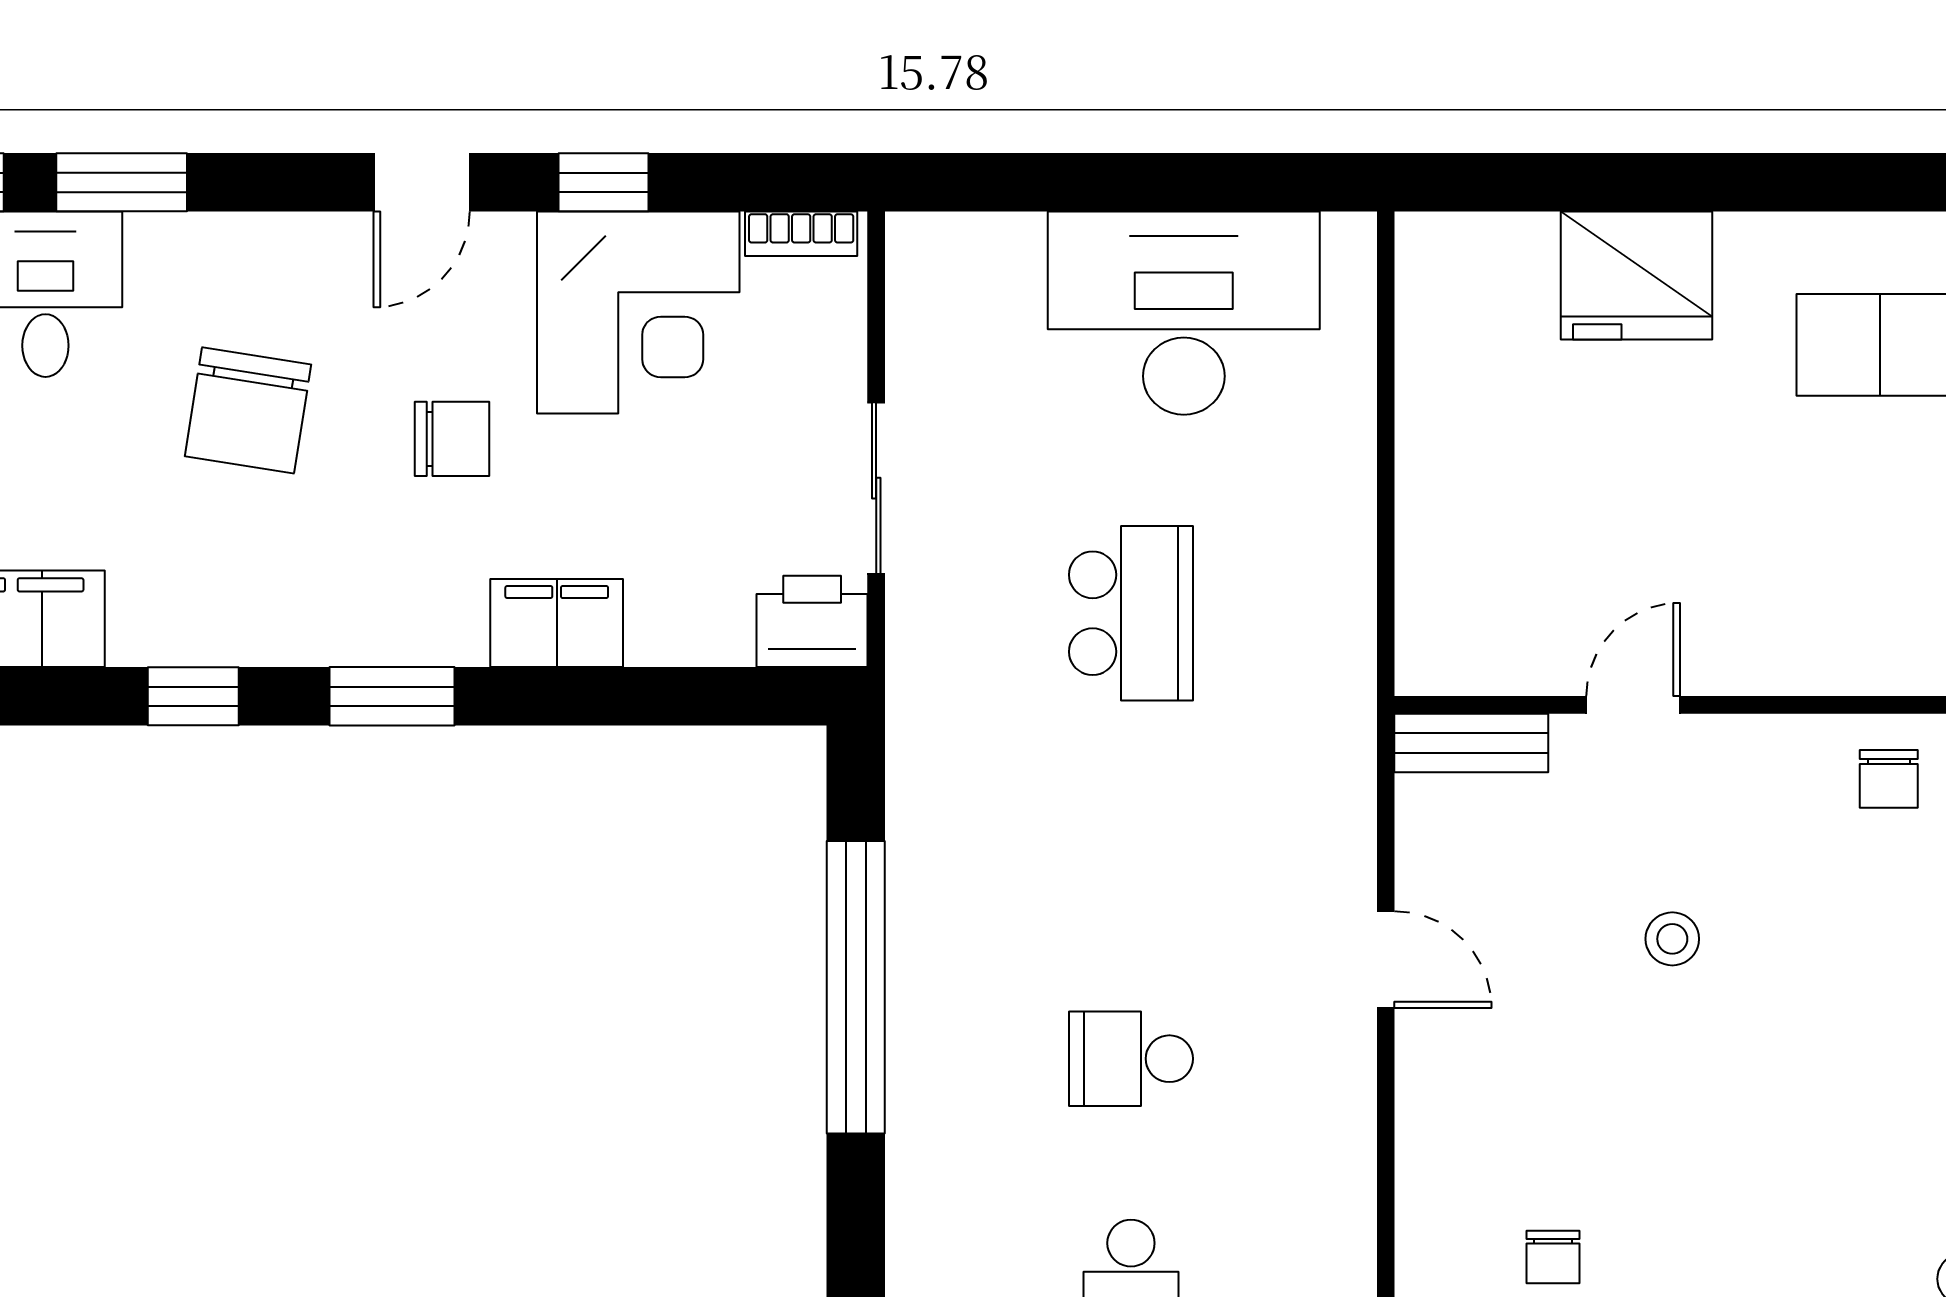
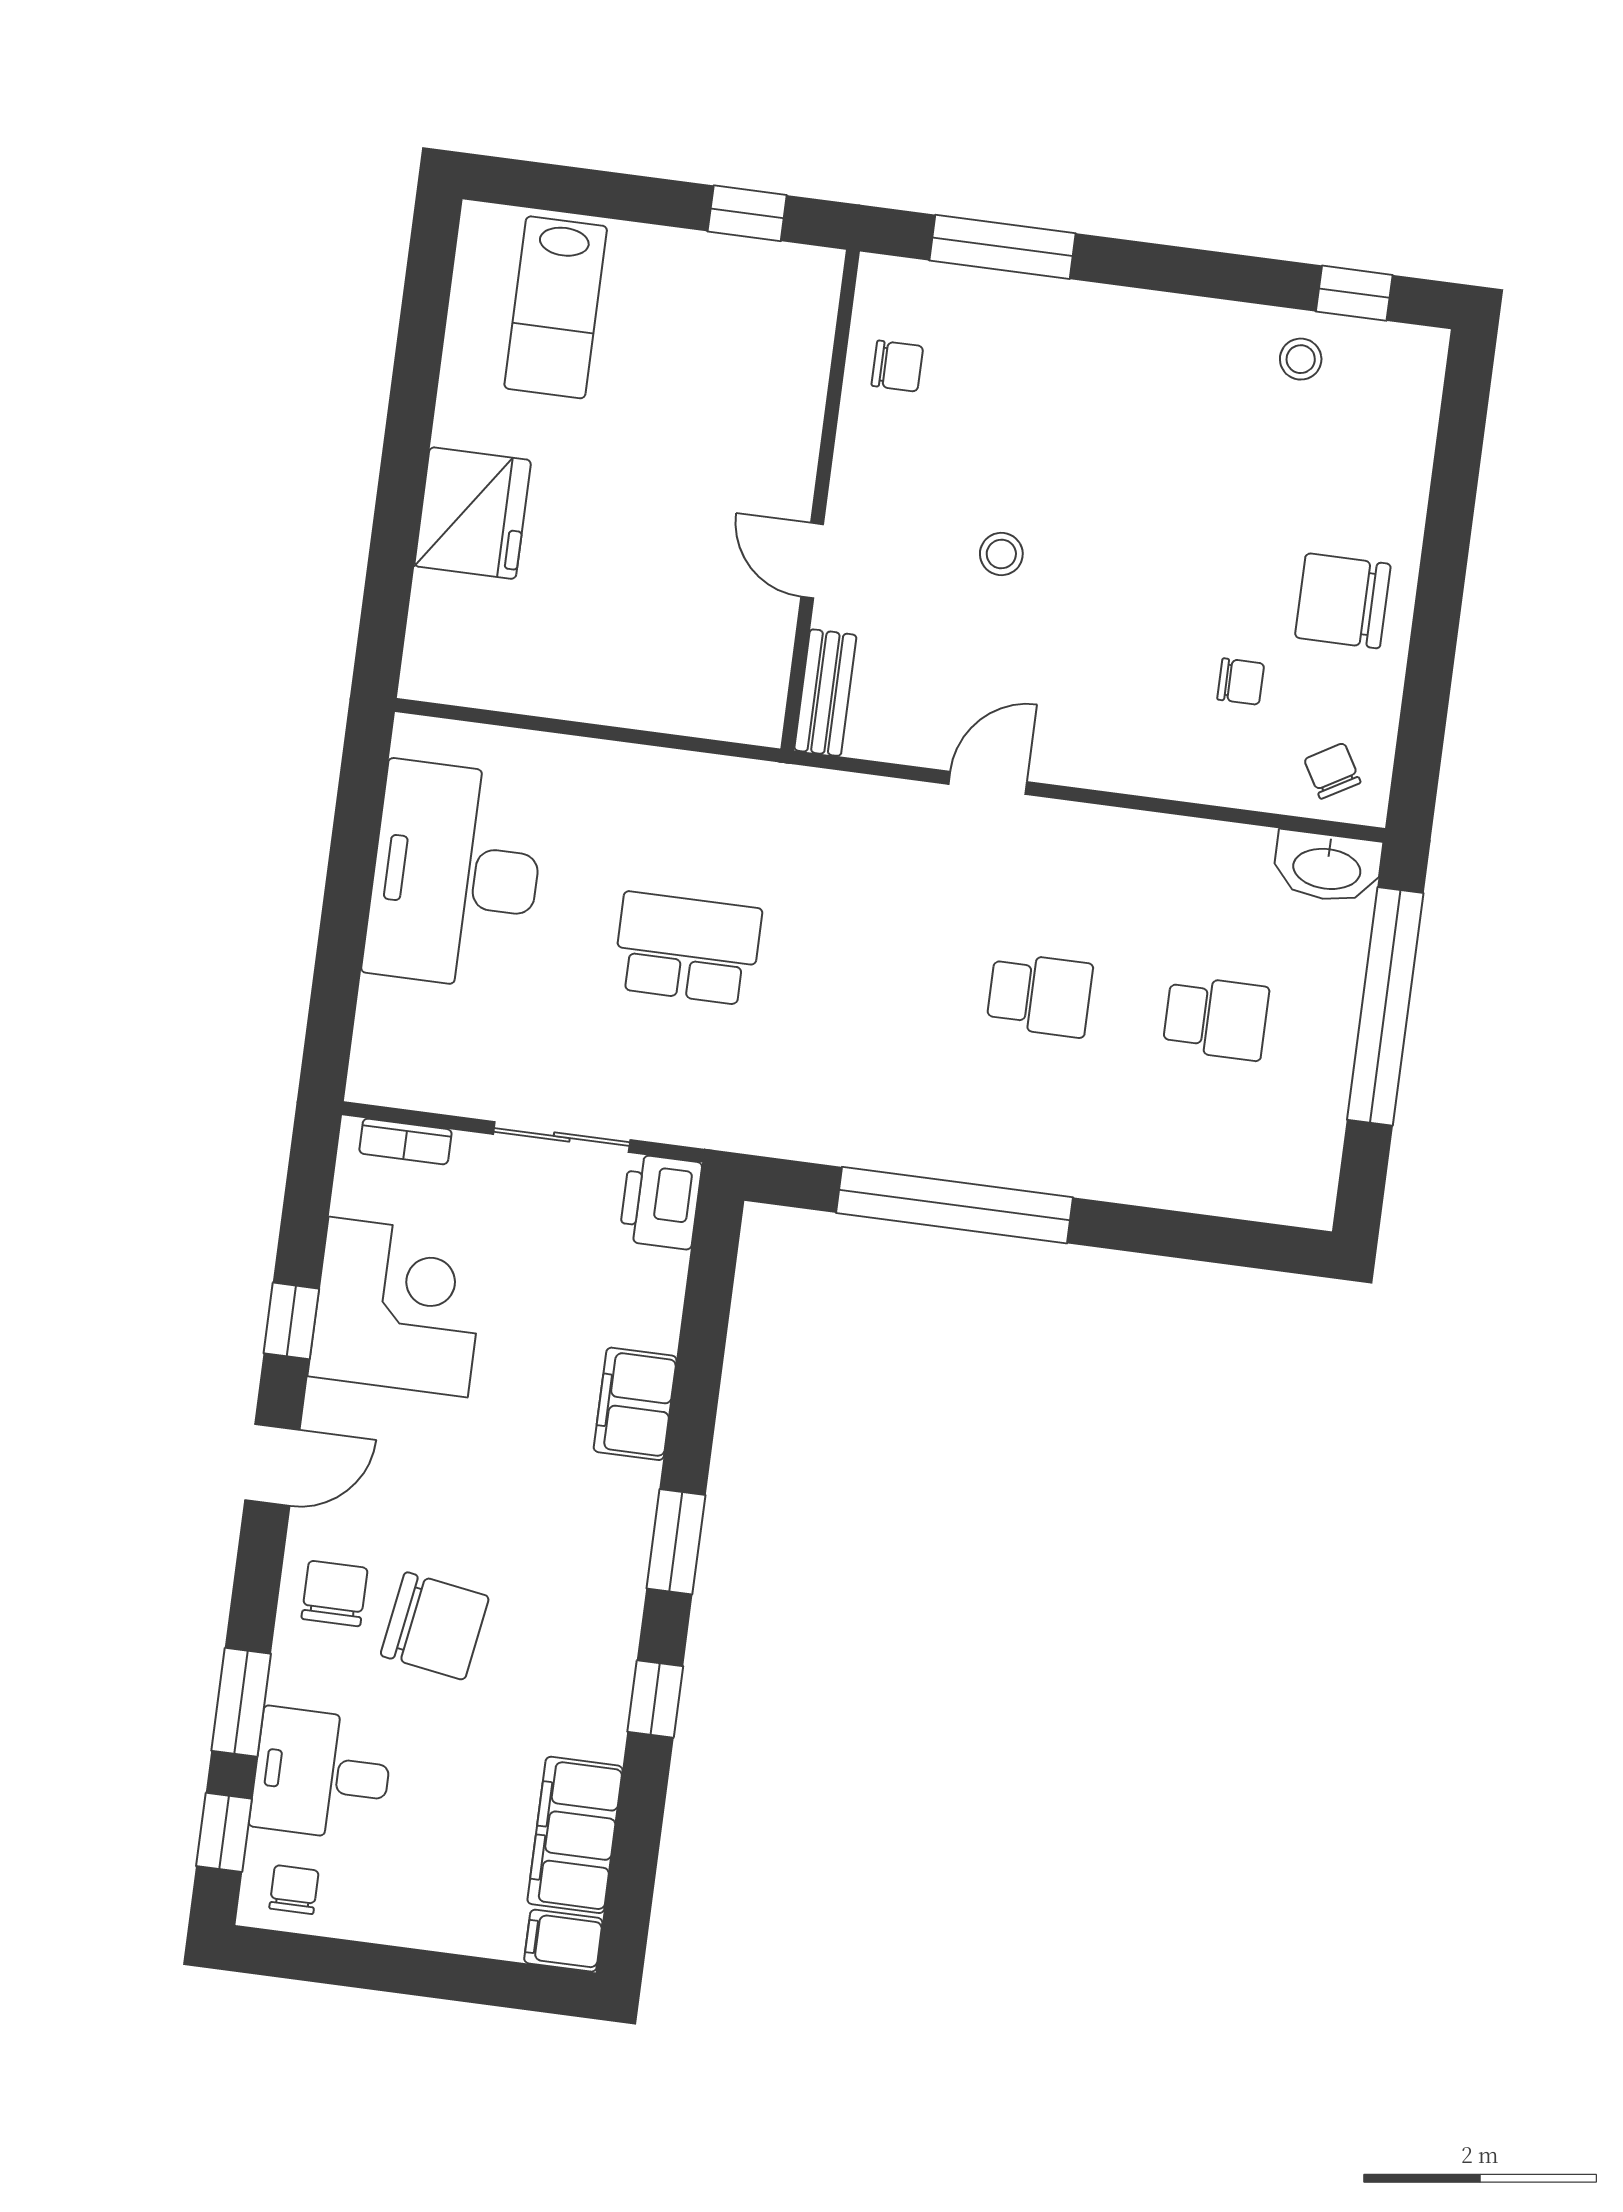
door: (422, 182) -> (272, 1465), hinge flipped
bookcase: (801, 234) -> (405, 1141), moved, turned 90
chair: (452, 439) -> (335, 1593), moved
school desk: (1131, 1059) -> (1040, 995), turned -90

